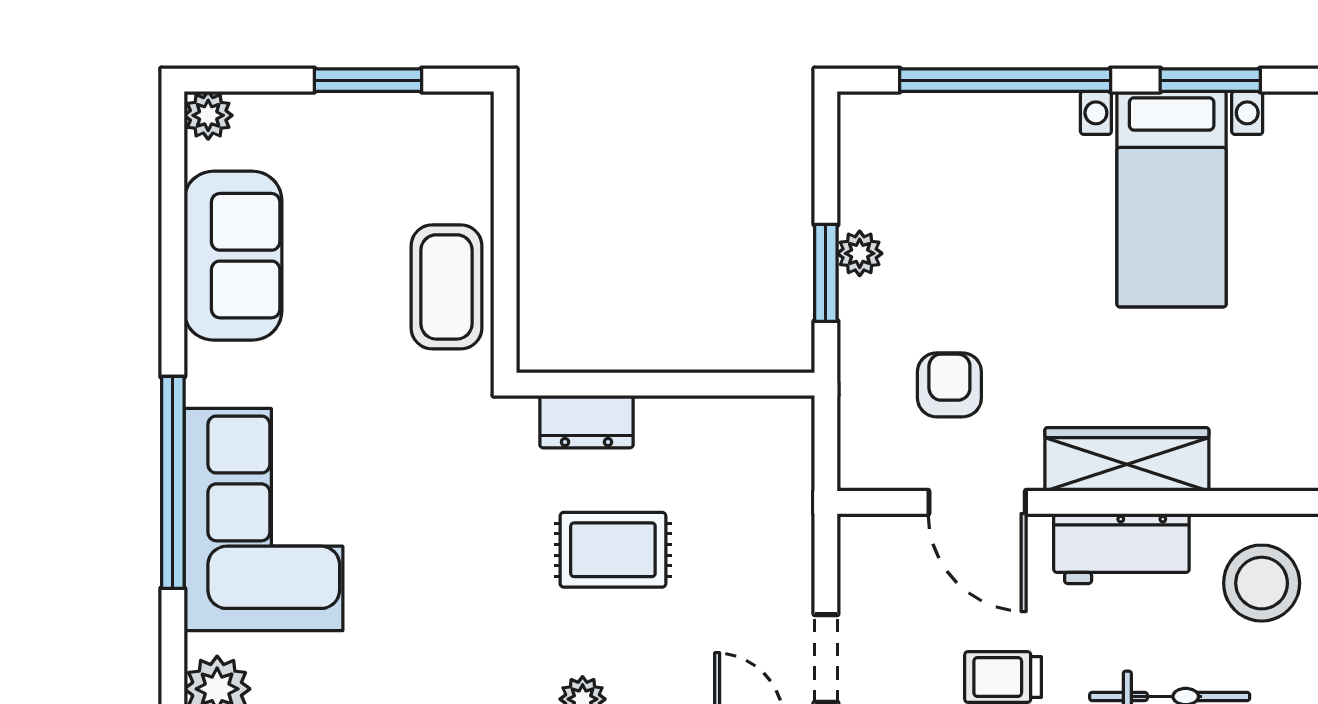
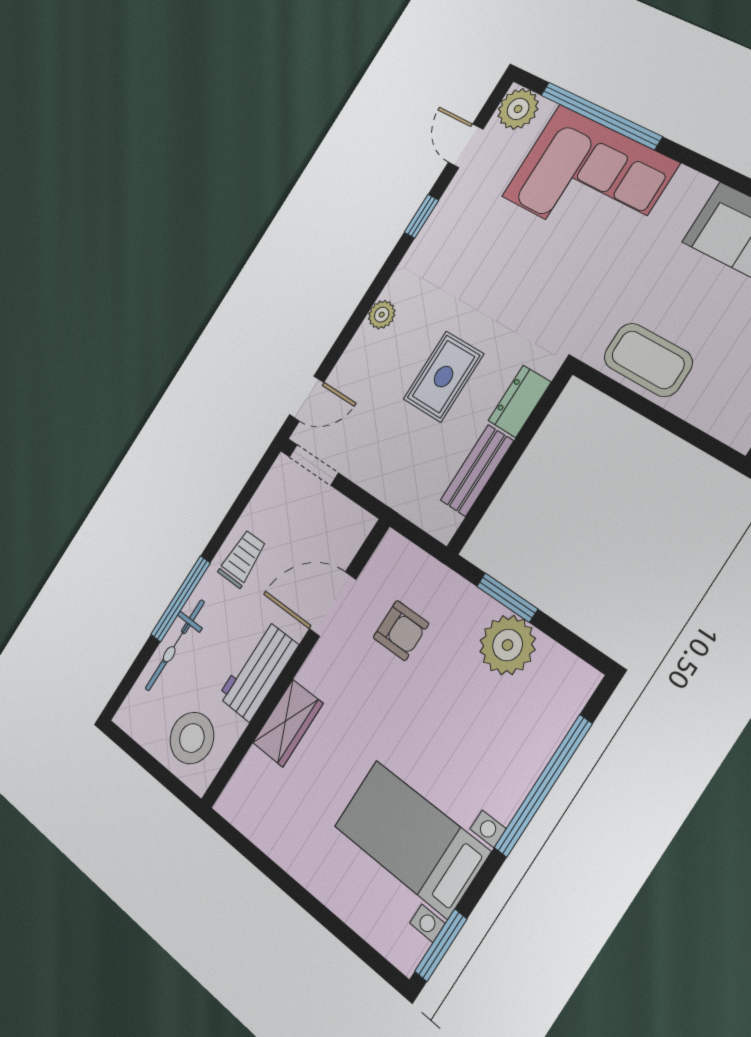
window: (1210, 80) -> (441, 945), moved
plant: (860, 253) -> (508, 645), width x1.88, depth x1.88
bench: (701, 420) -> (477, 471), added
wardrobe: (1127, 459) -> (288, 723), width x0.67
window: (173, 482) -> (601, 115), moved

